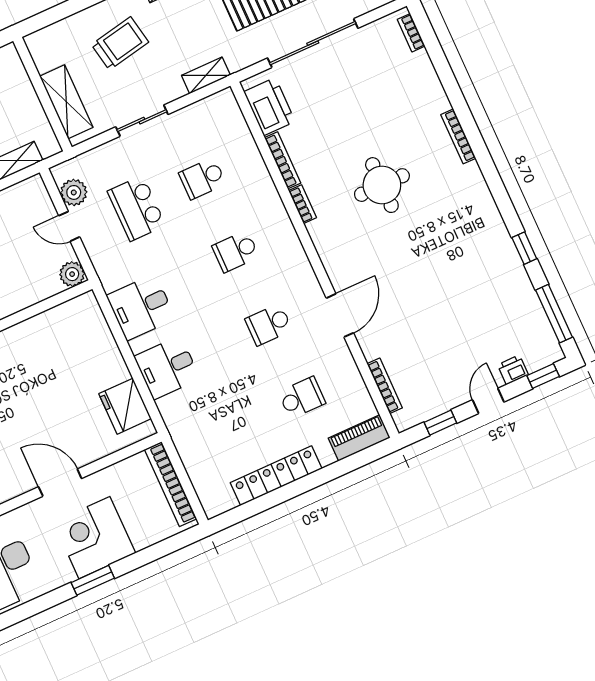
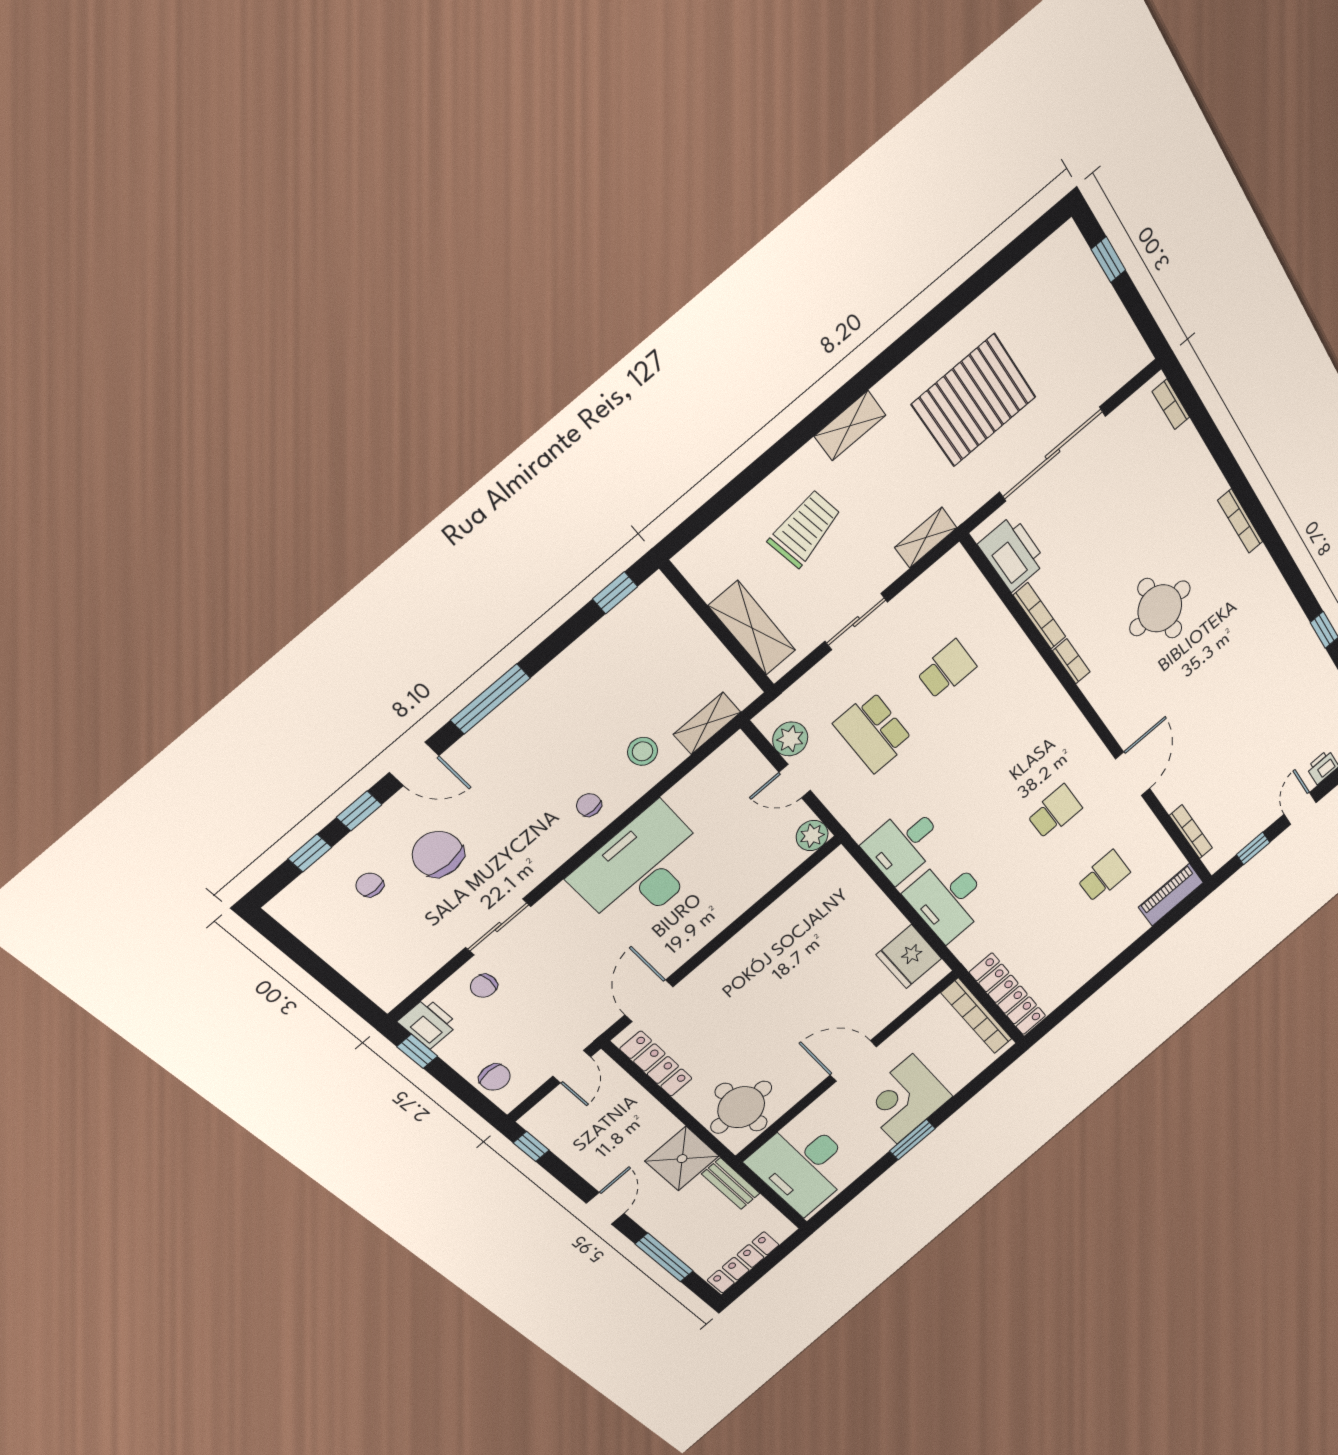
school desk: (202, 178) -> (947, 670), turned 180
school desk: (236, 251) -> (1002, 743), removed
school desk: (269, 325) -> (1055, 812), turned 180
desk: (167, 368) -> (948, 899), width x1.37
locker: (276, 476) -> (1008, 994), moved, turned 90

